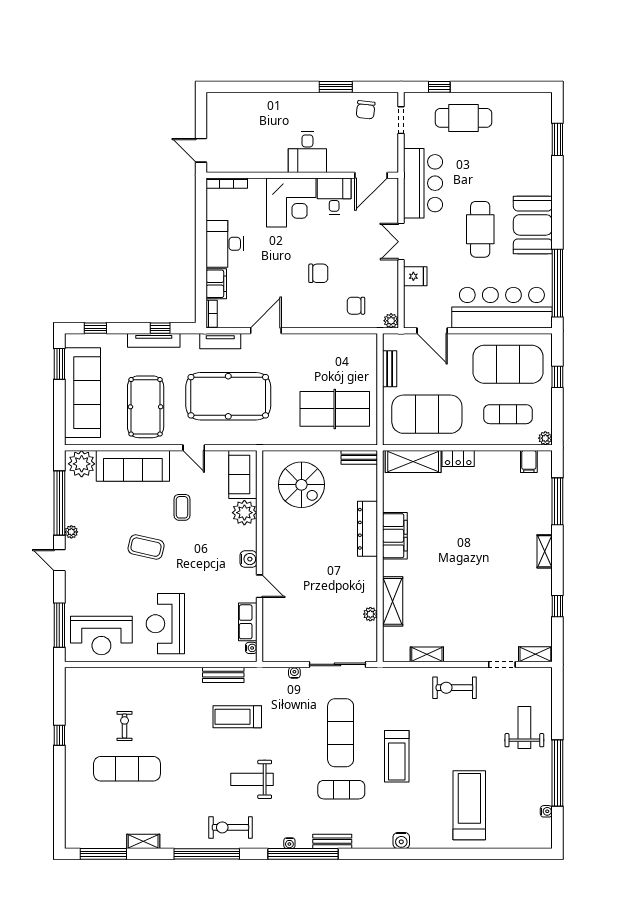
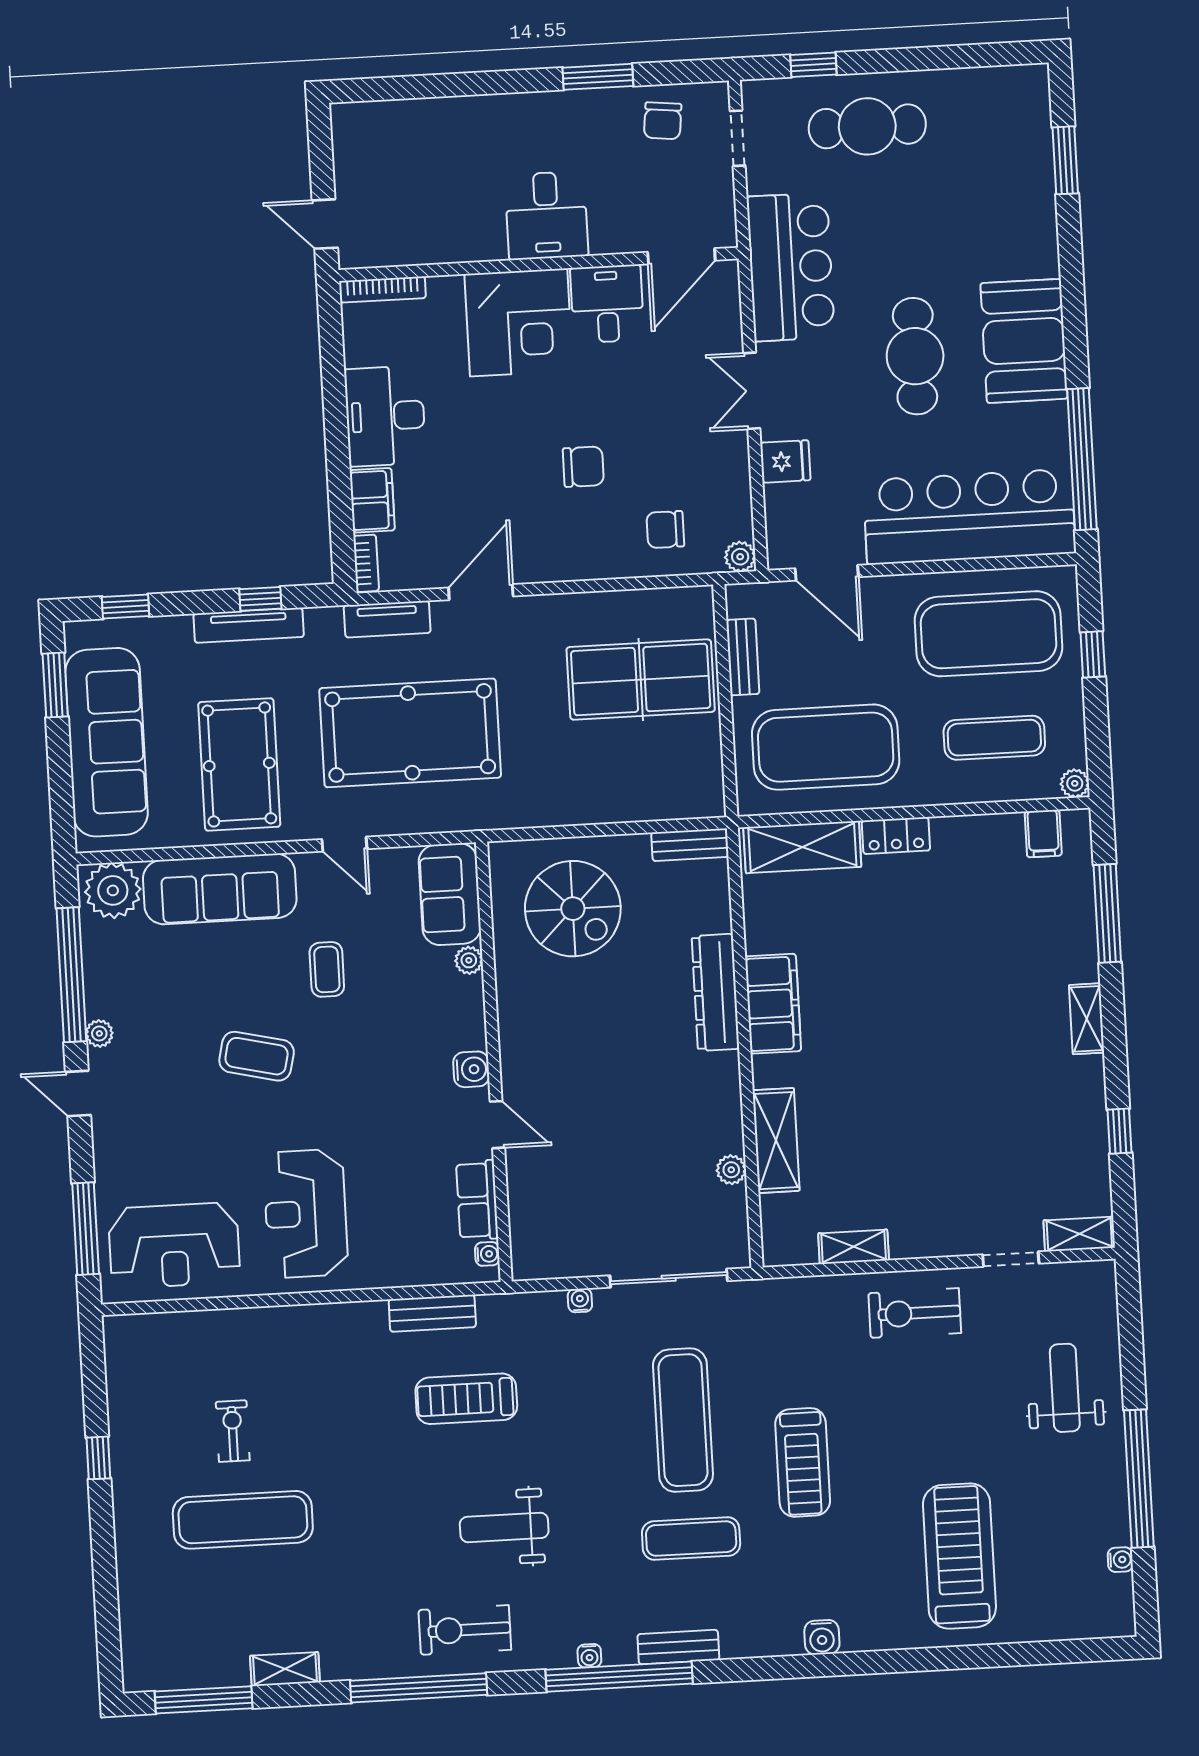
table tennis table: (335, 409) -> (641, 680), moved
plant: (244, 513) -> (469, 960), width x0.53, depth x0.53

